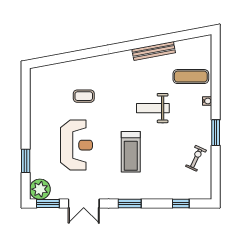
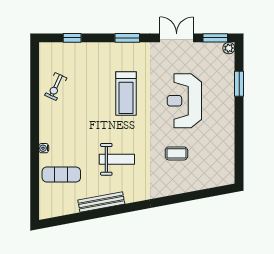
weight bench: (153, 108) -> (117, 159), moved
window: (216, 133) -> (35, 114), removed
treadmill: (131, 152) -> (126, 94), turned 180
plant: (40, 189) -> (229, 48), width x0.53, depth x0.53

